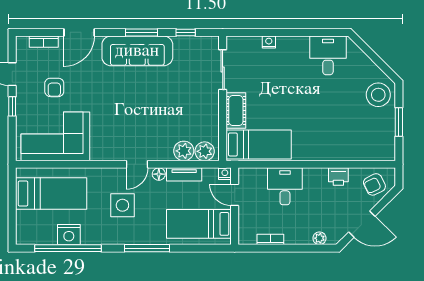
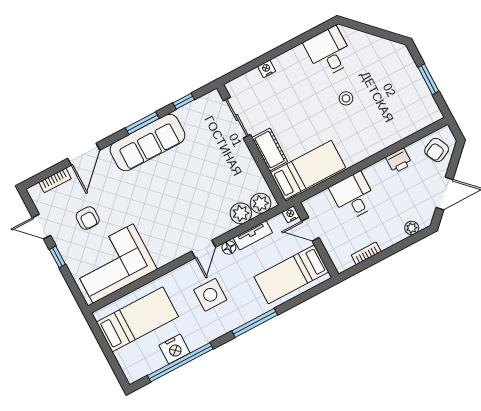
stool: (378, 95) -> (346, 98), moved, width x0.53, depth x0.53

